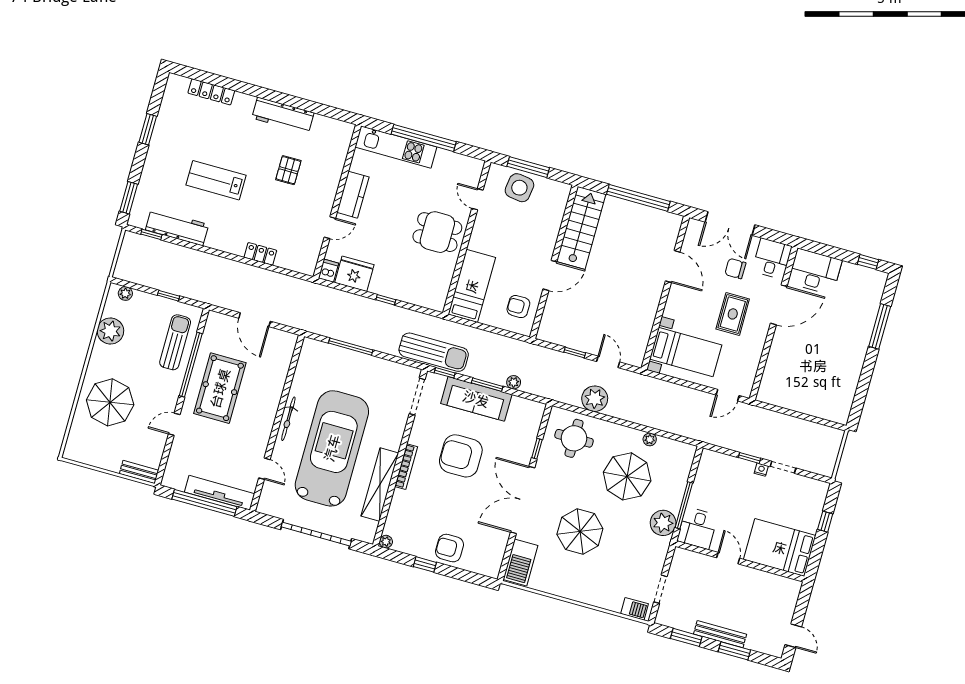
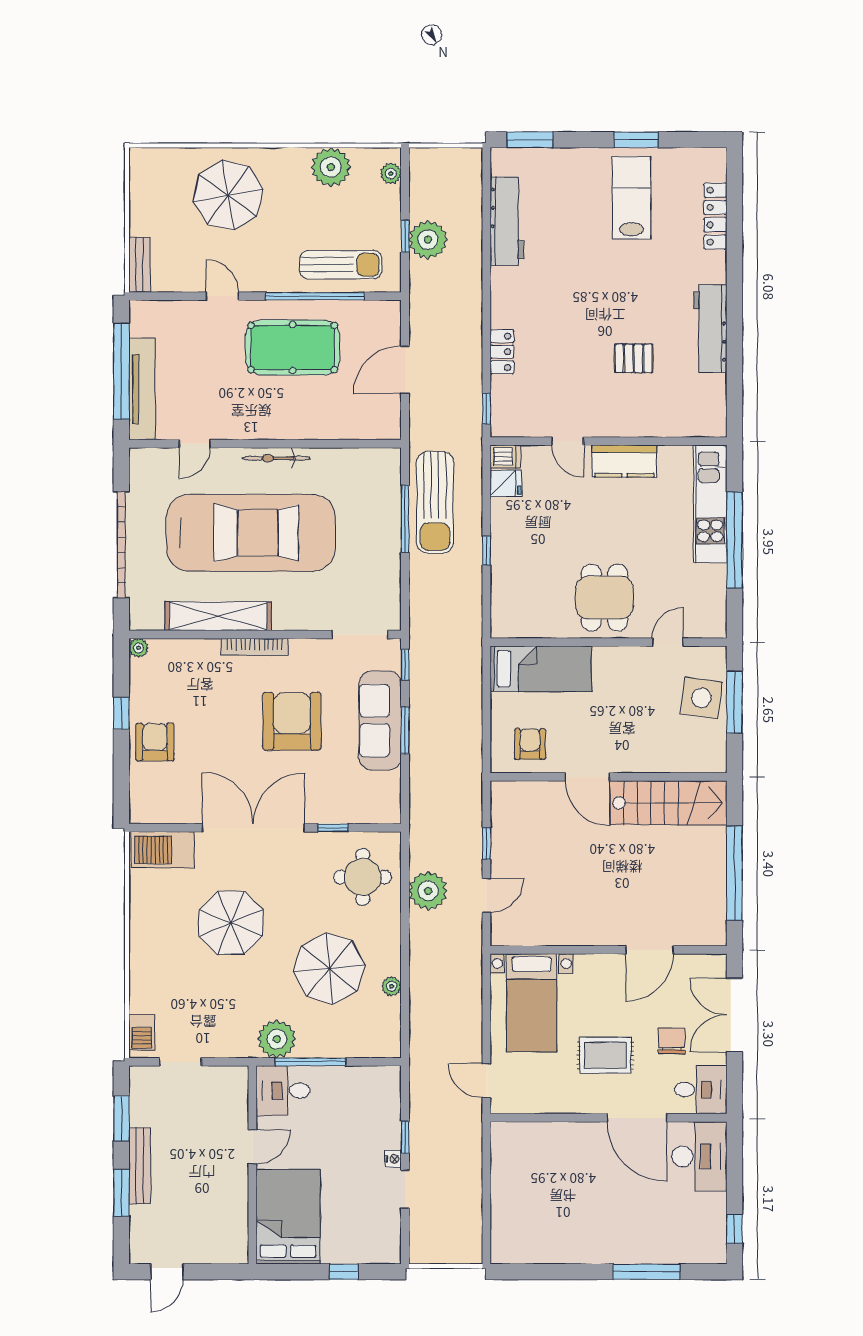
lab bench: (216, 180) -> (631, 198), moved
window: (151, 234) -> (486, 409), moved
fridge: (354, 274) -> (506, 483), width x0.53, depth x0.75
sun lounger: (434, 352) -> (435, 502), moved
plant: (514, 382) -> (428, 240), moved, width x1.88, depth x1.88

